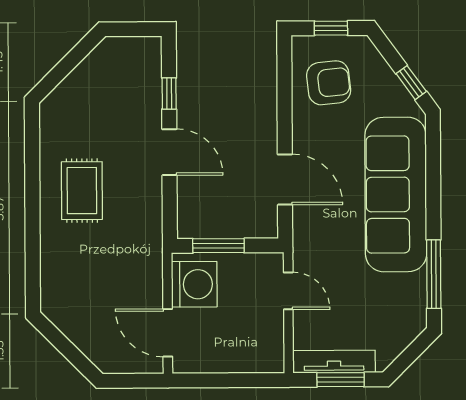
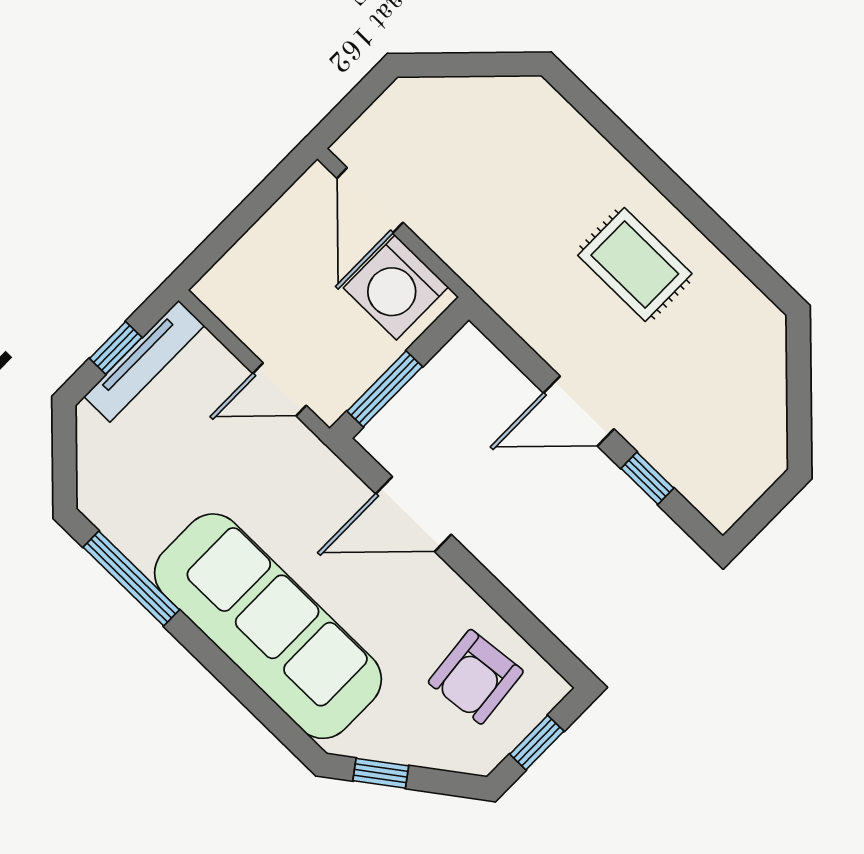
window: (218, 246) -> (385, 389), moved
door: (168, 333) -> (370, 200), swing flipped
window: (341, 380) -> (116, 348), width x0.67

